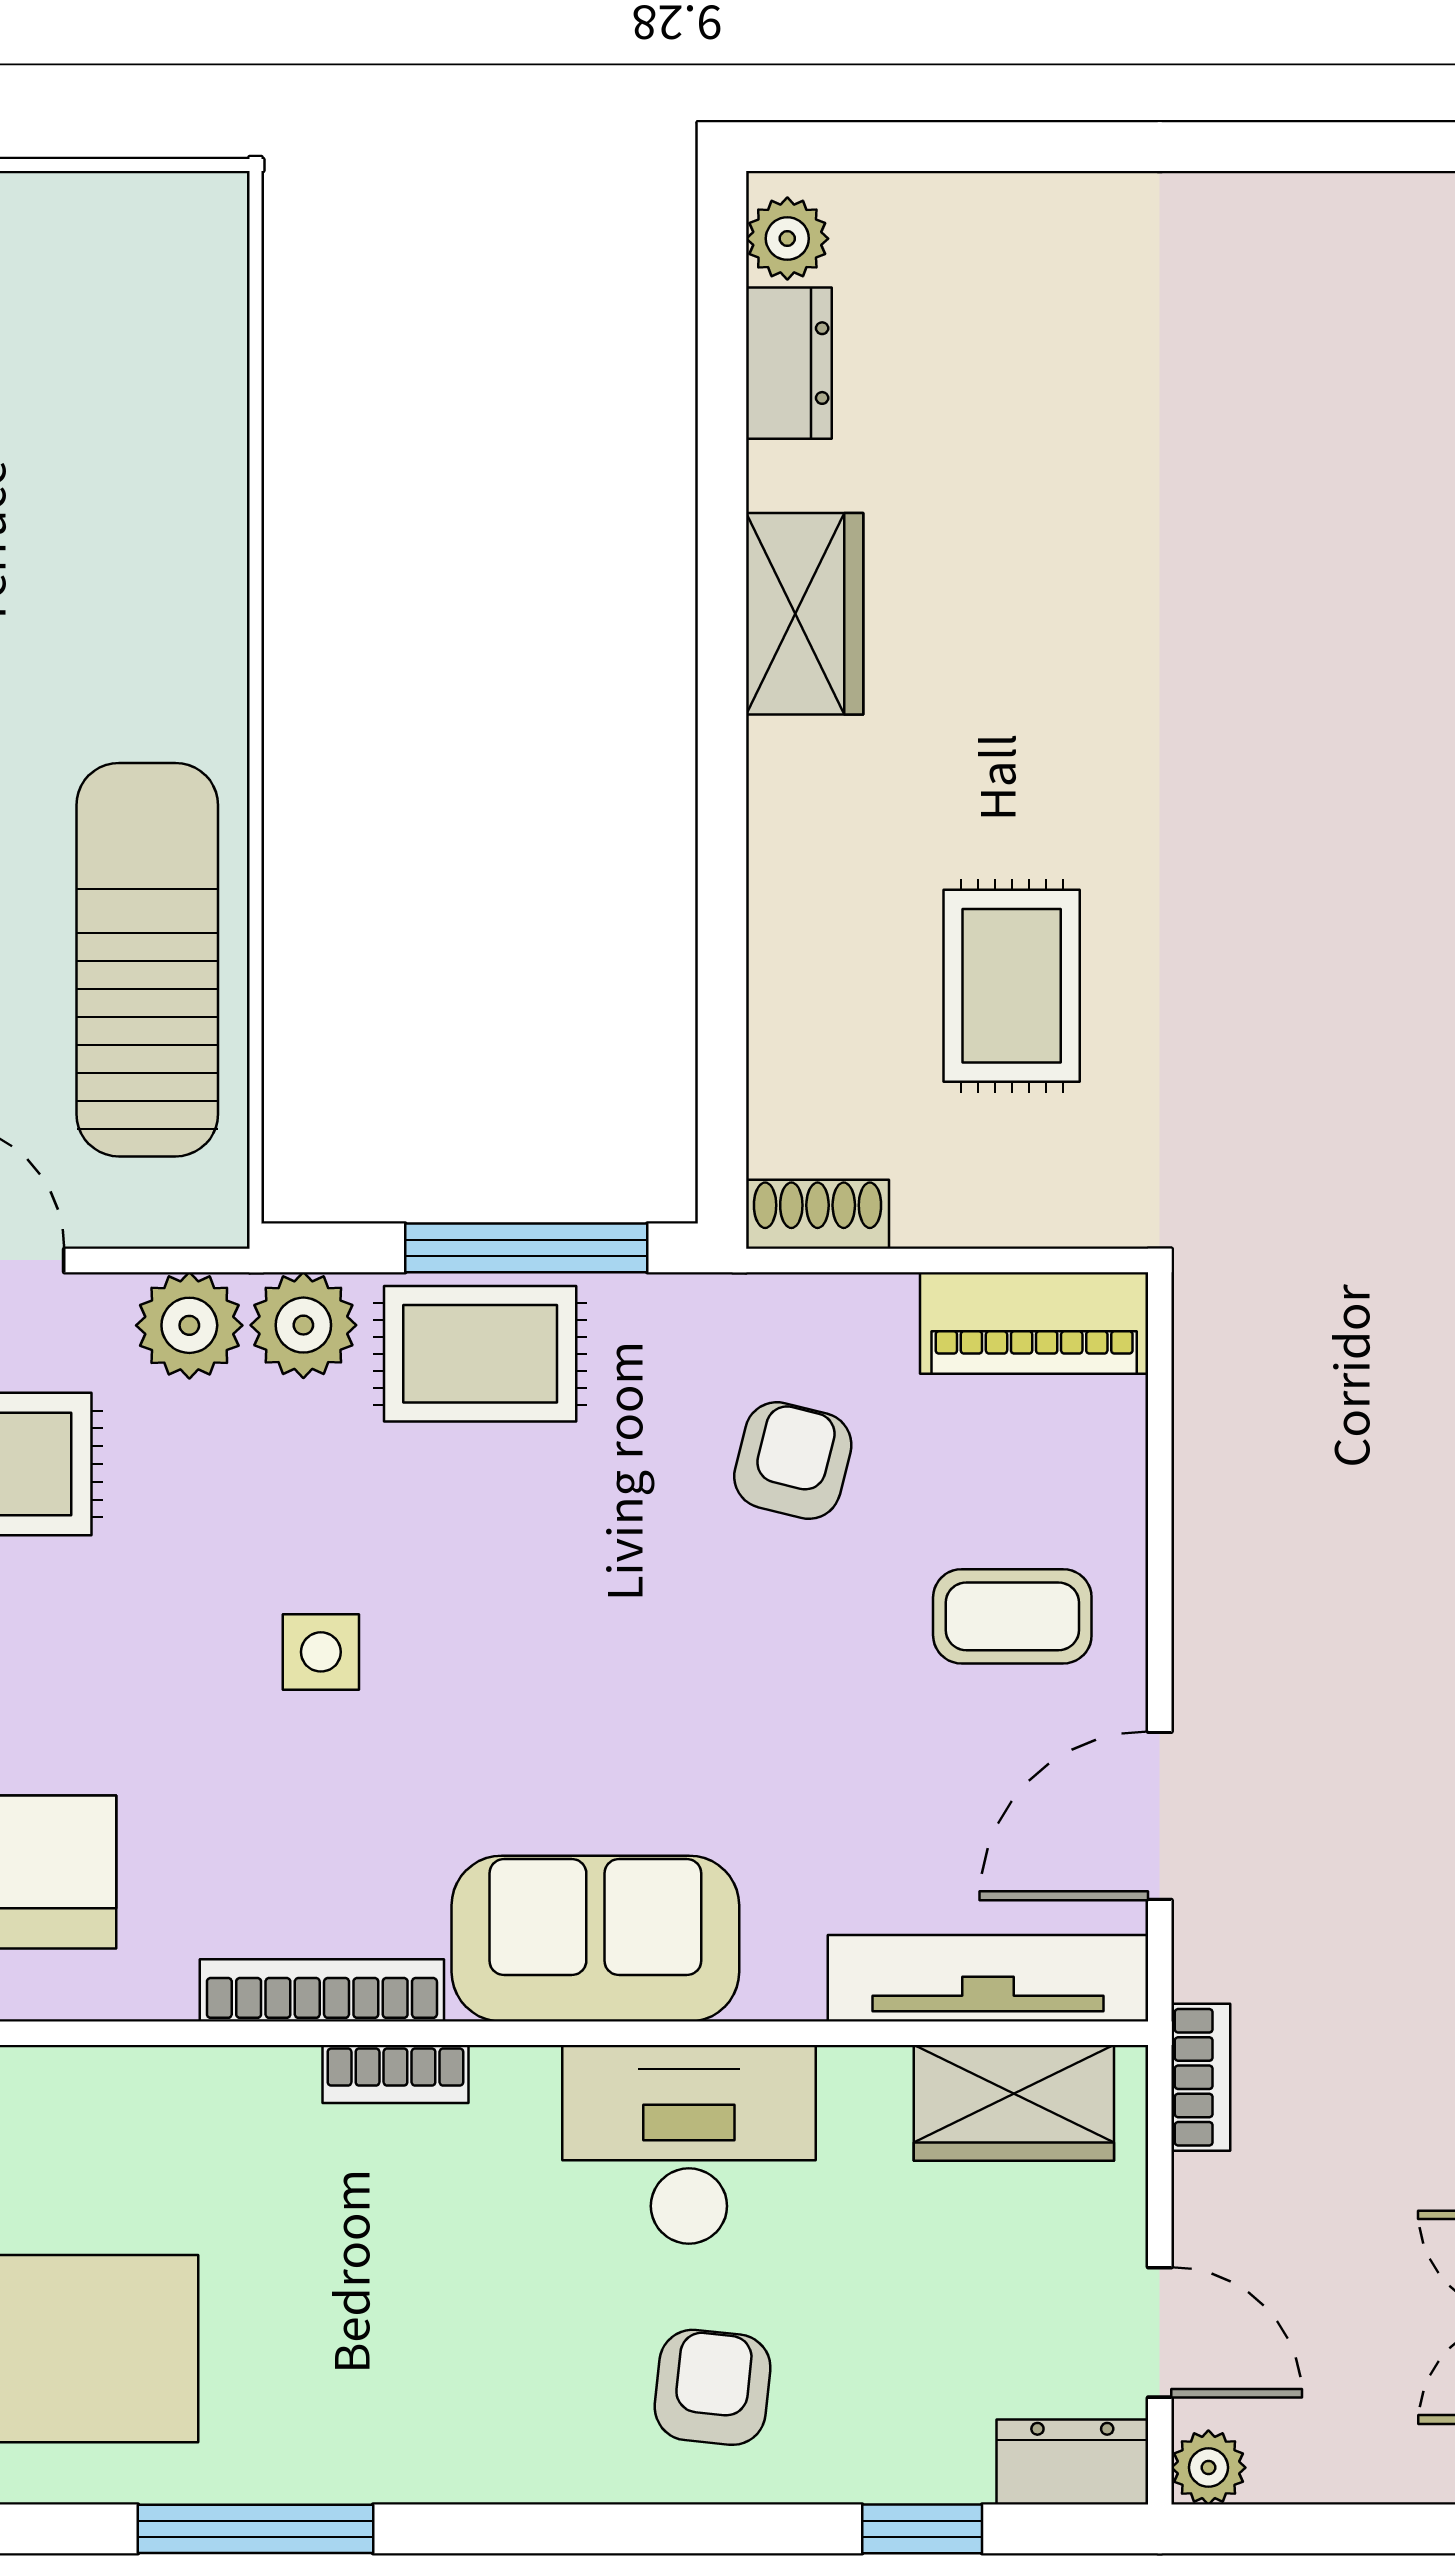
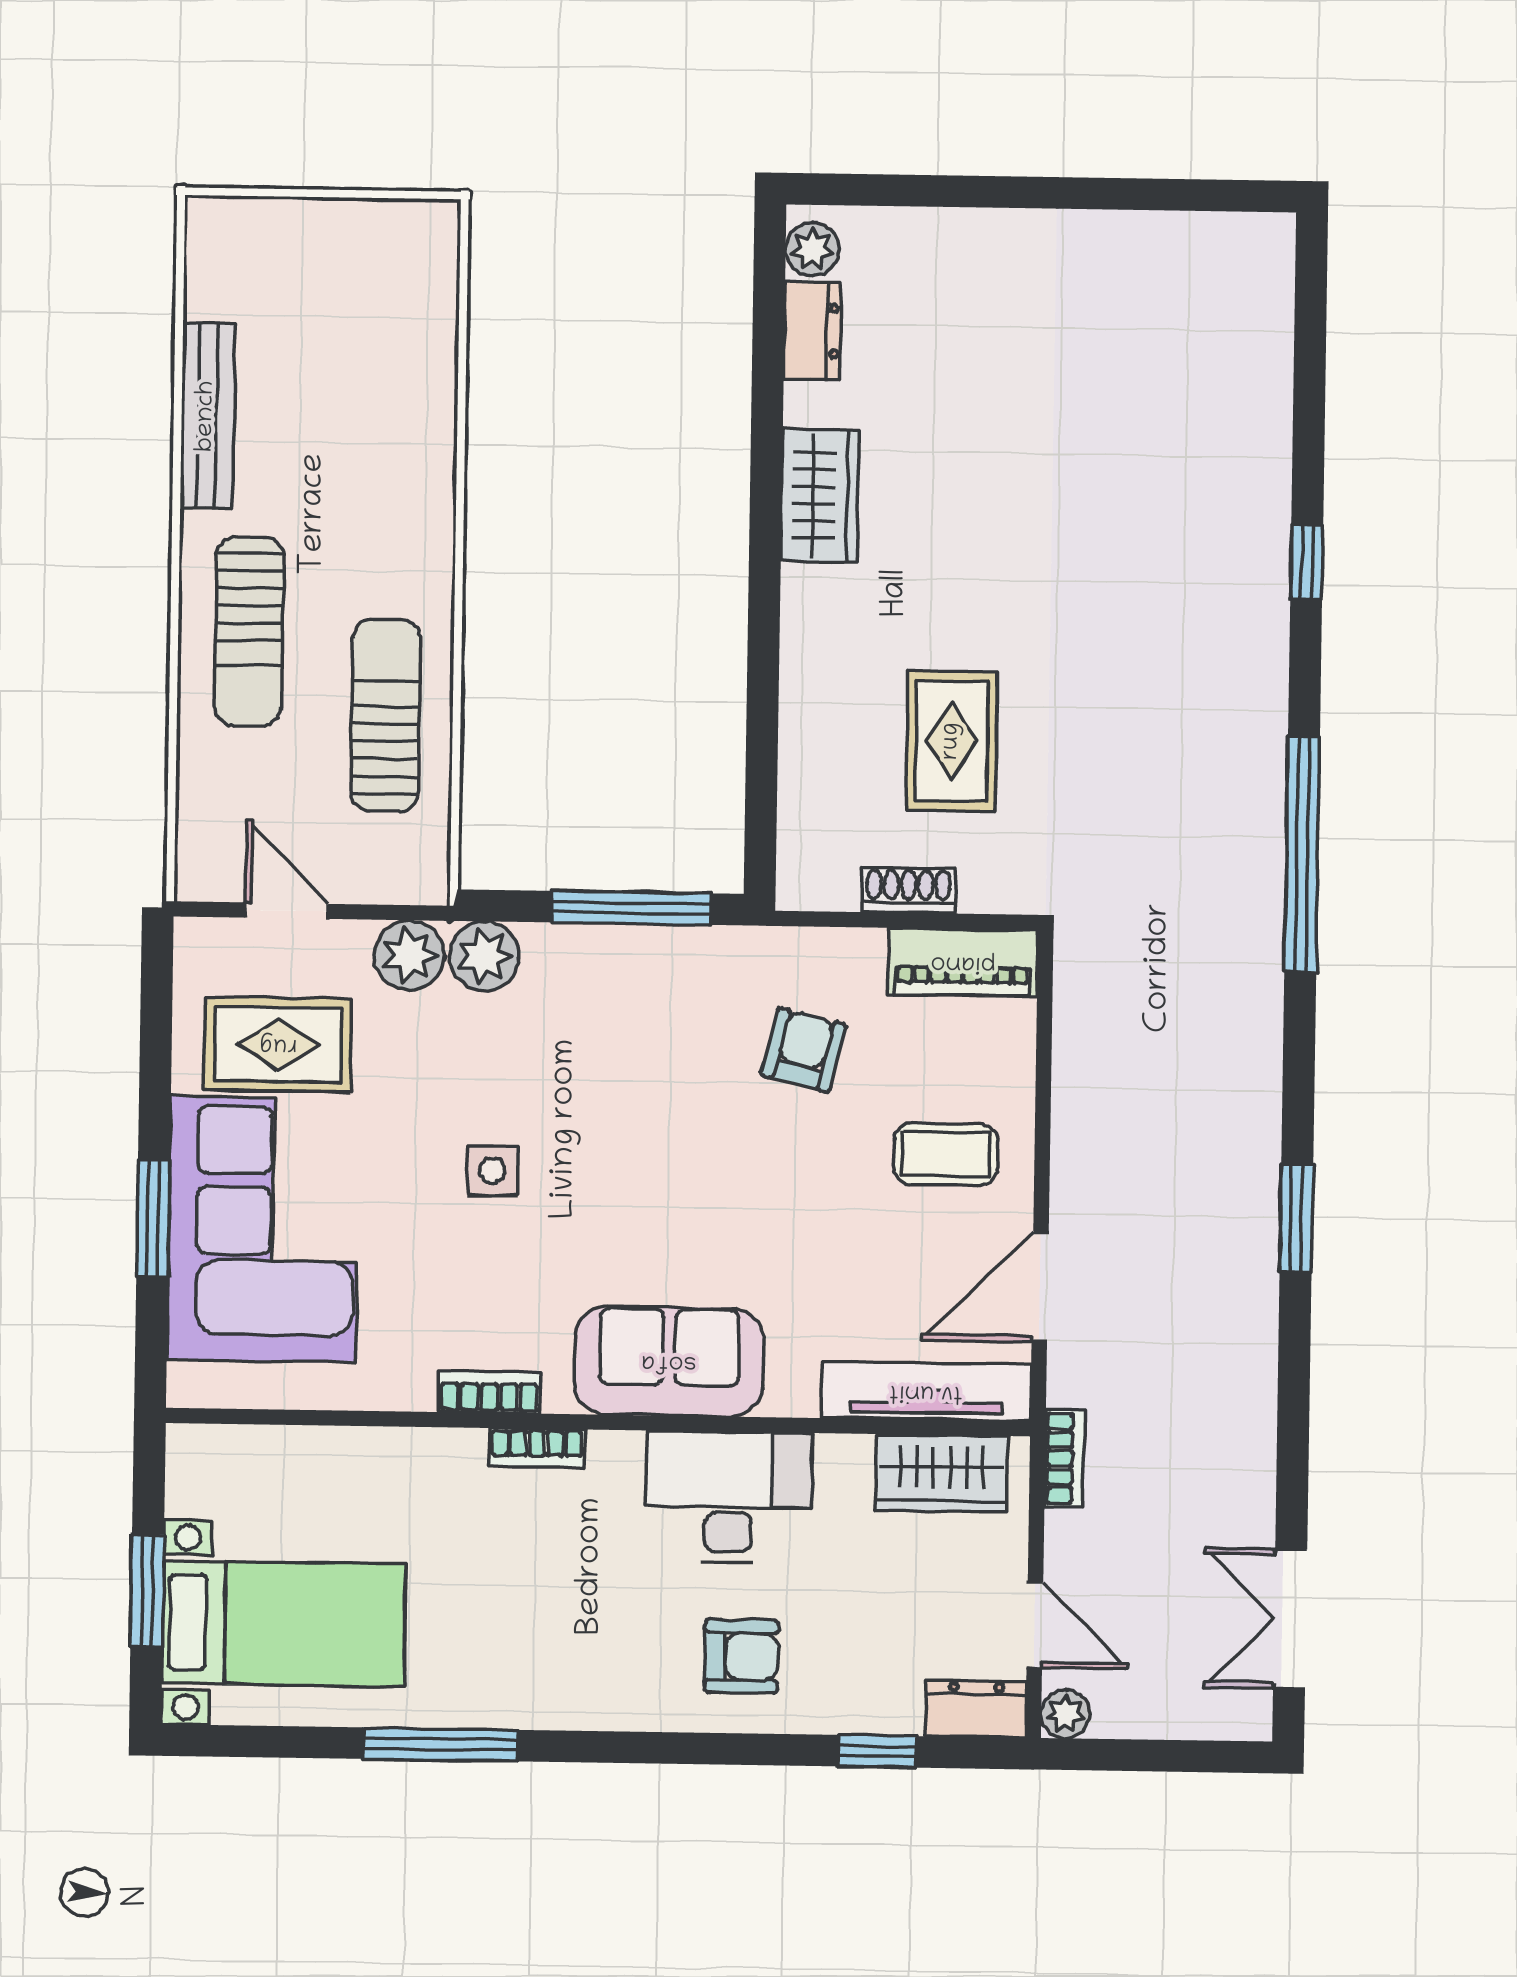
sun lounger: (147, 960) -> (386, 715), width x0.73, depth x0.75
shoe rack: (818, 1214) -> (908, 890), moved
rug: (480, 1354) -> (600, 977), removed
bookcase: (322, 1990) -> (489, 1392), width x0.64
armchair: (713, 2387) -> (741, 1656), turned 84

